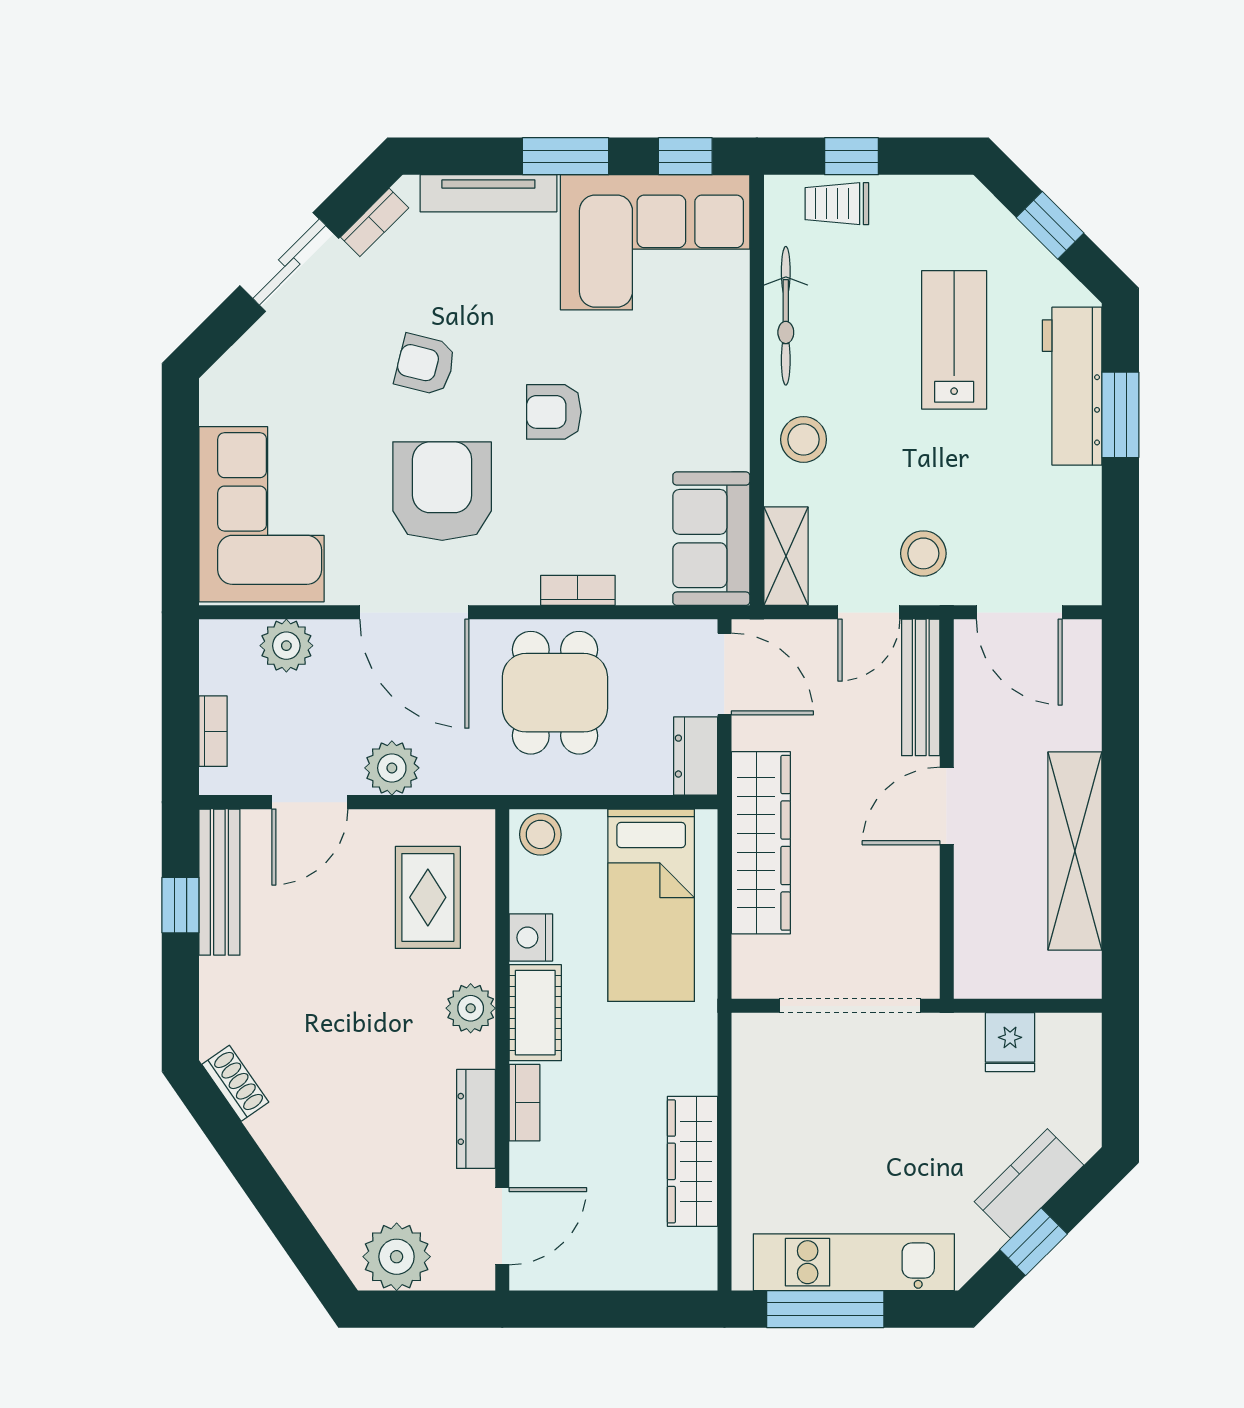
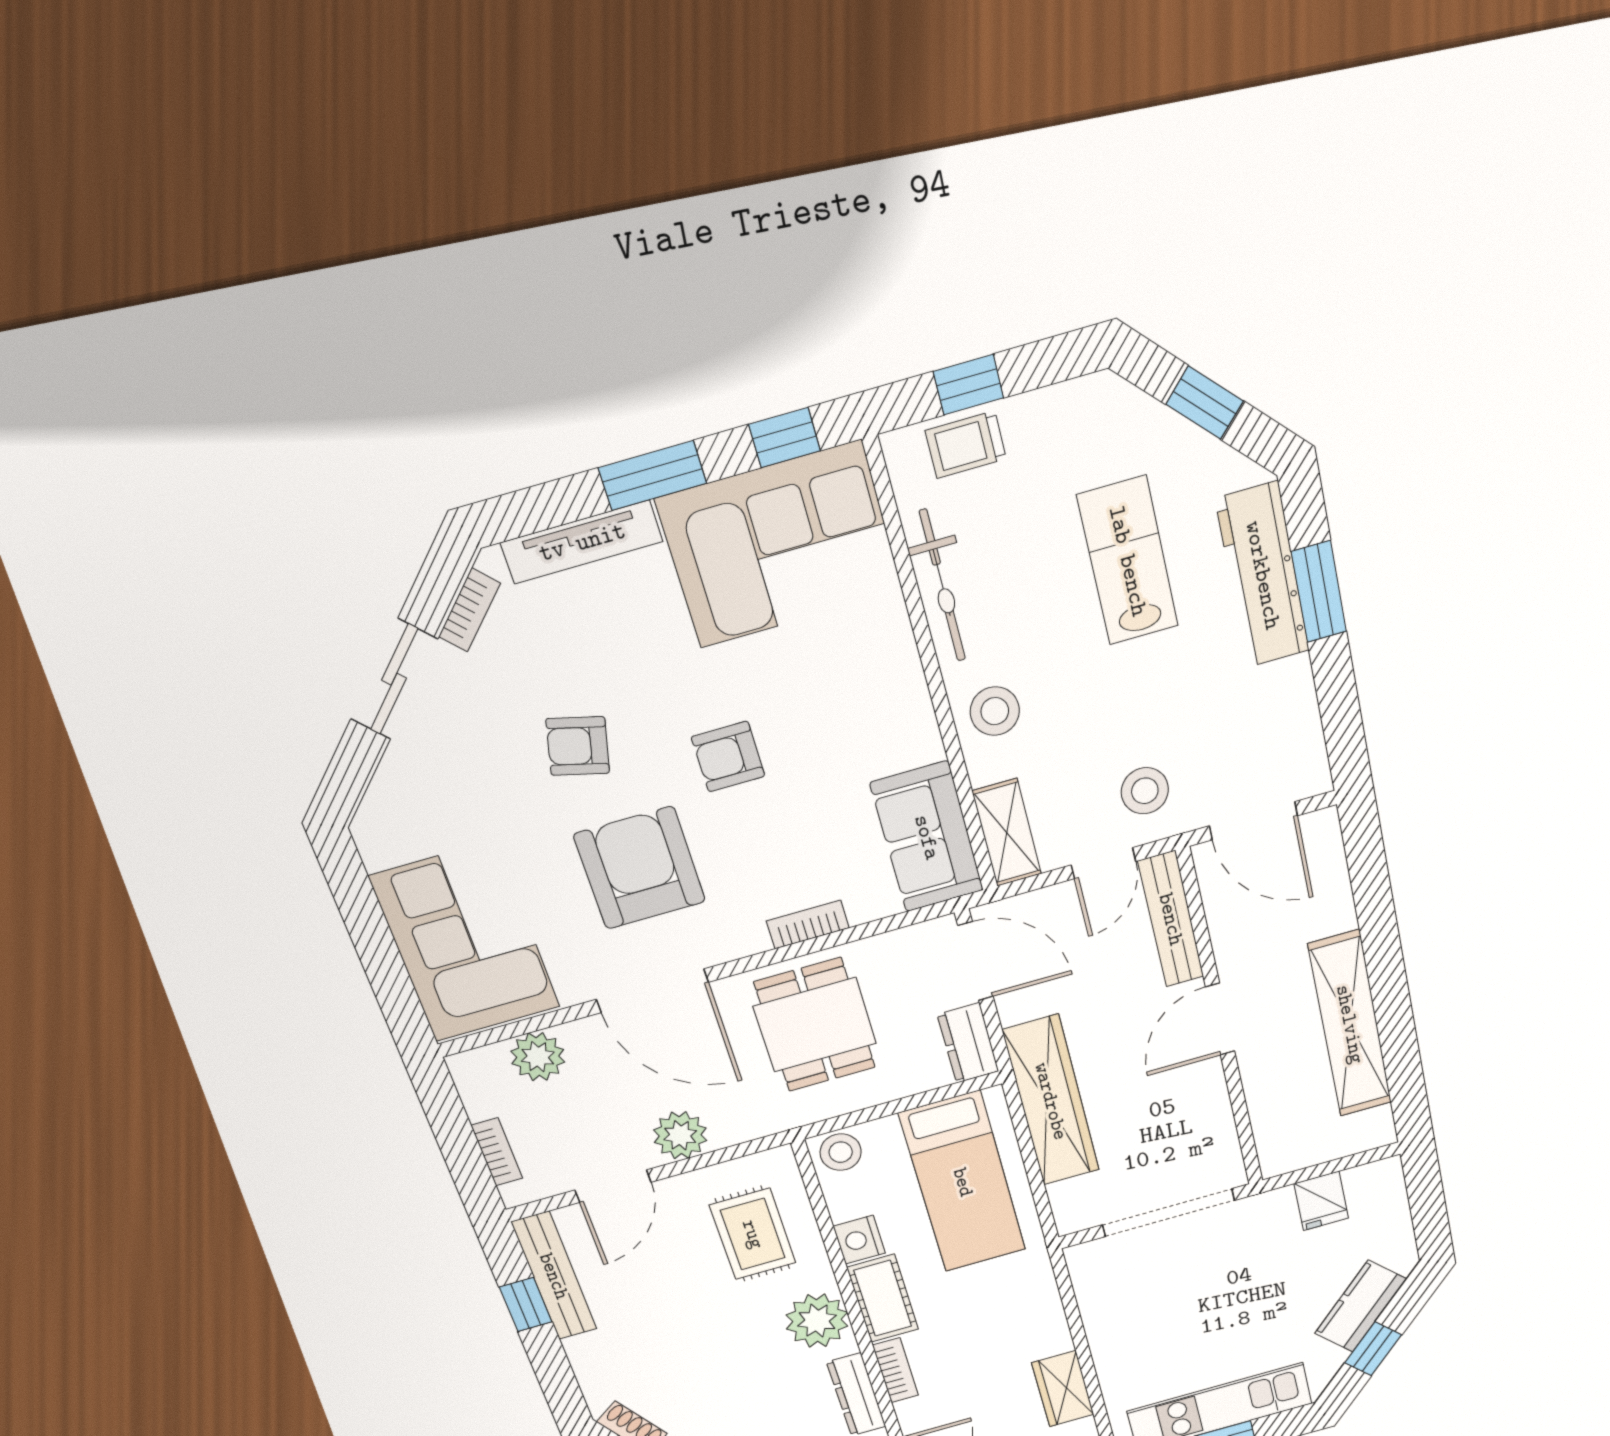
plant: (471, 1008) -> (817, 1321), width x1.36, depth x1.36
wardrobe: (692, 1161) -> (1063, 1389), width x0.67

